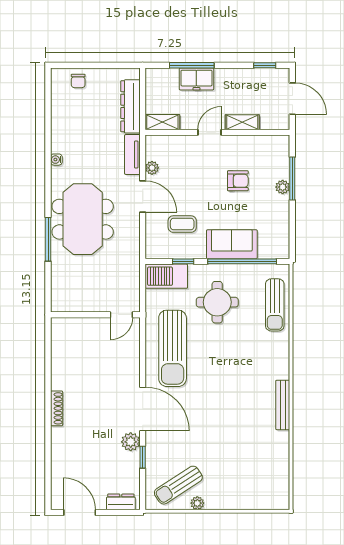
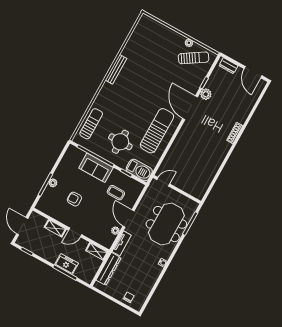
wall: (95, 315) -> (177, 189), moved
door: (121, 315) -> (163, 182), moved

